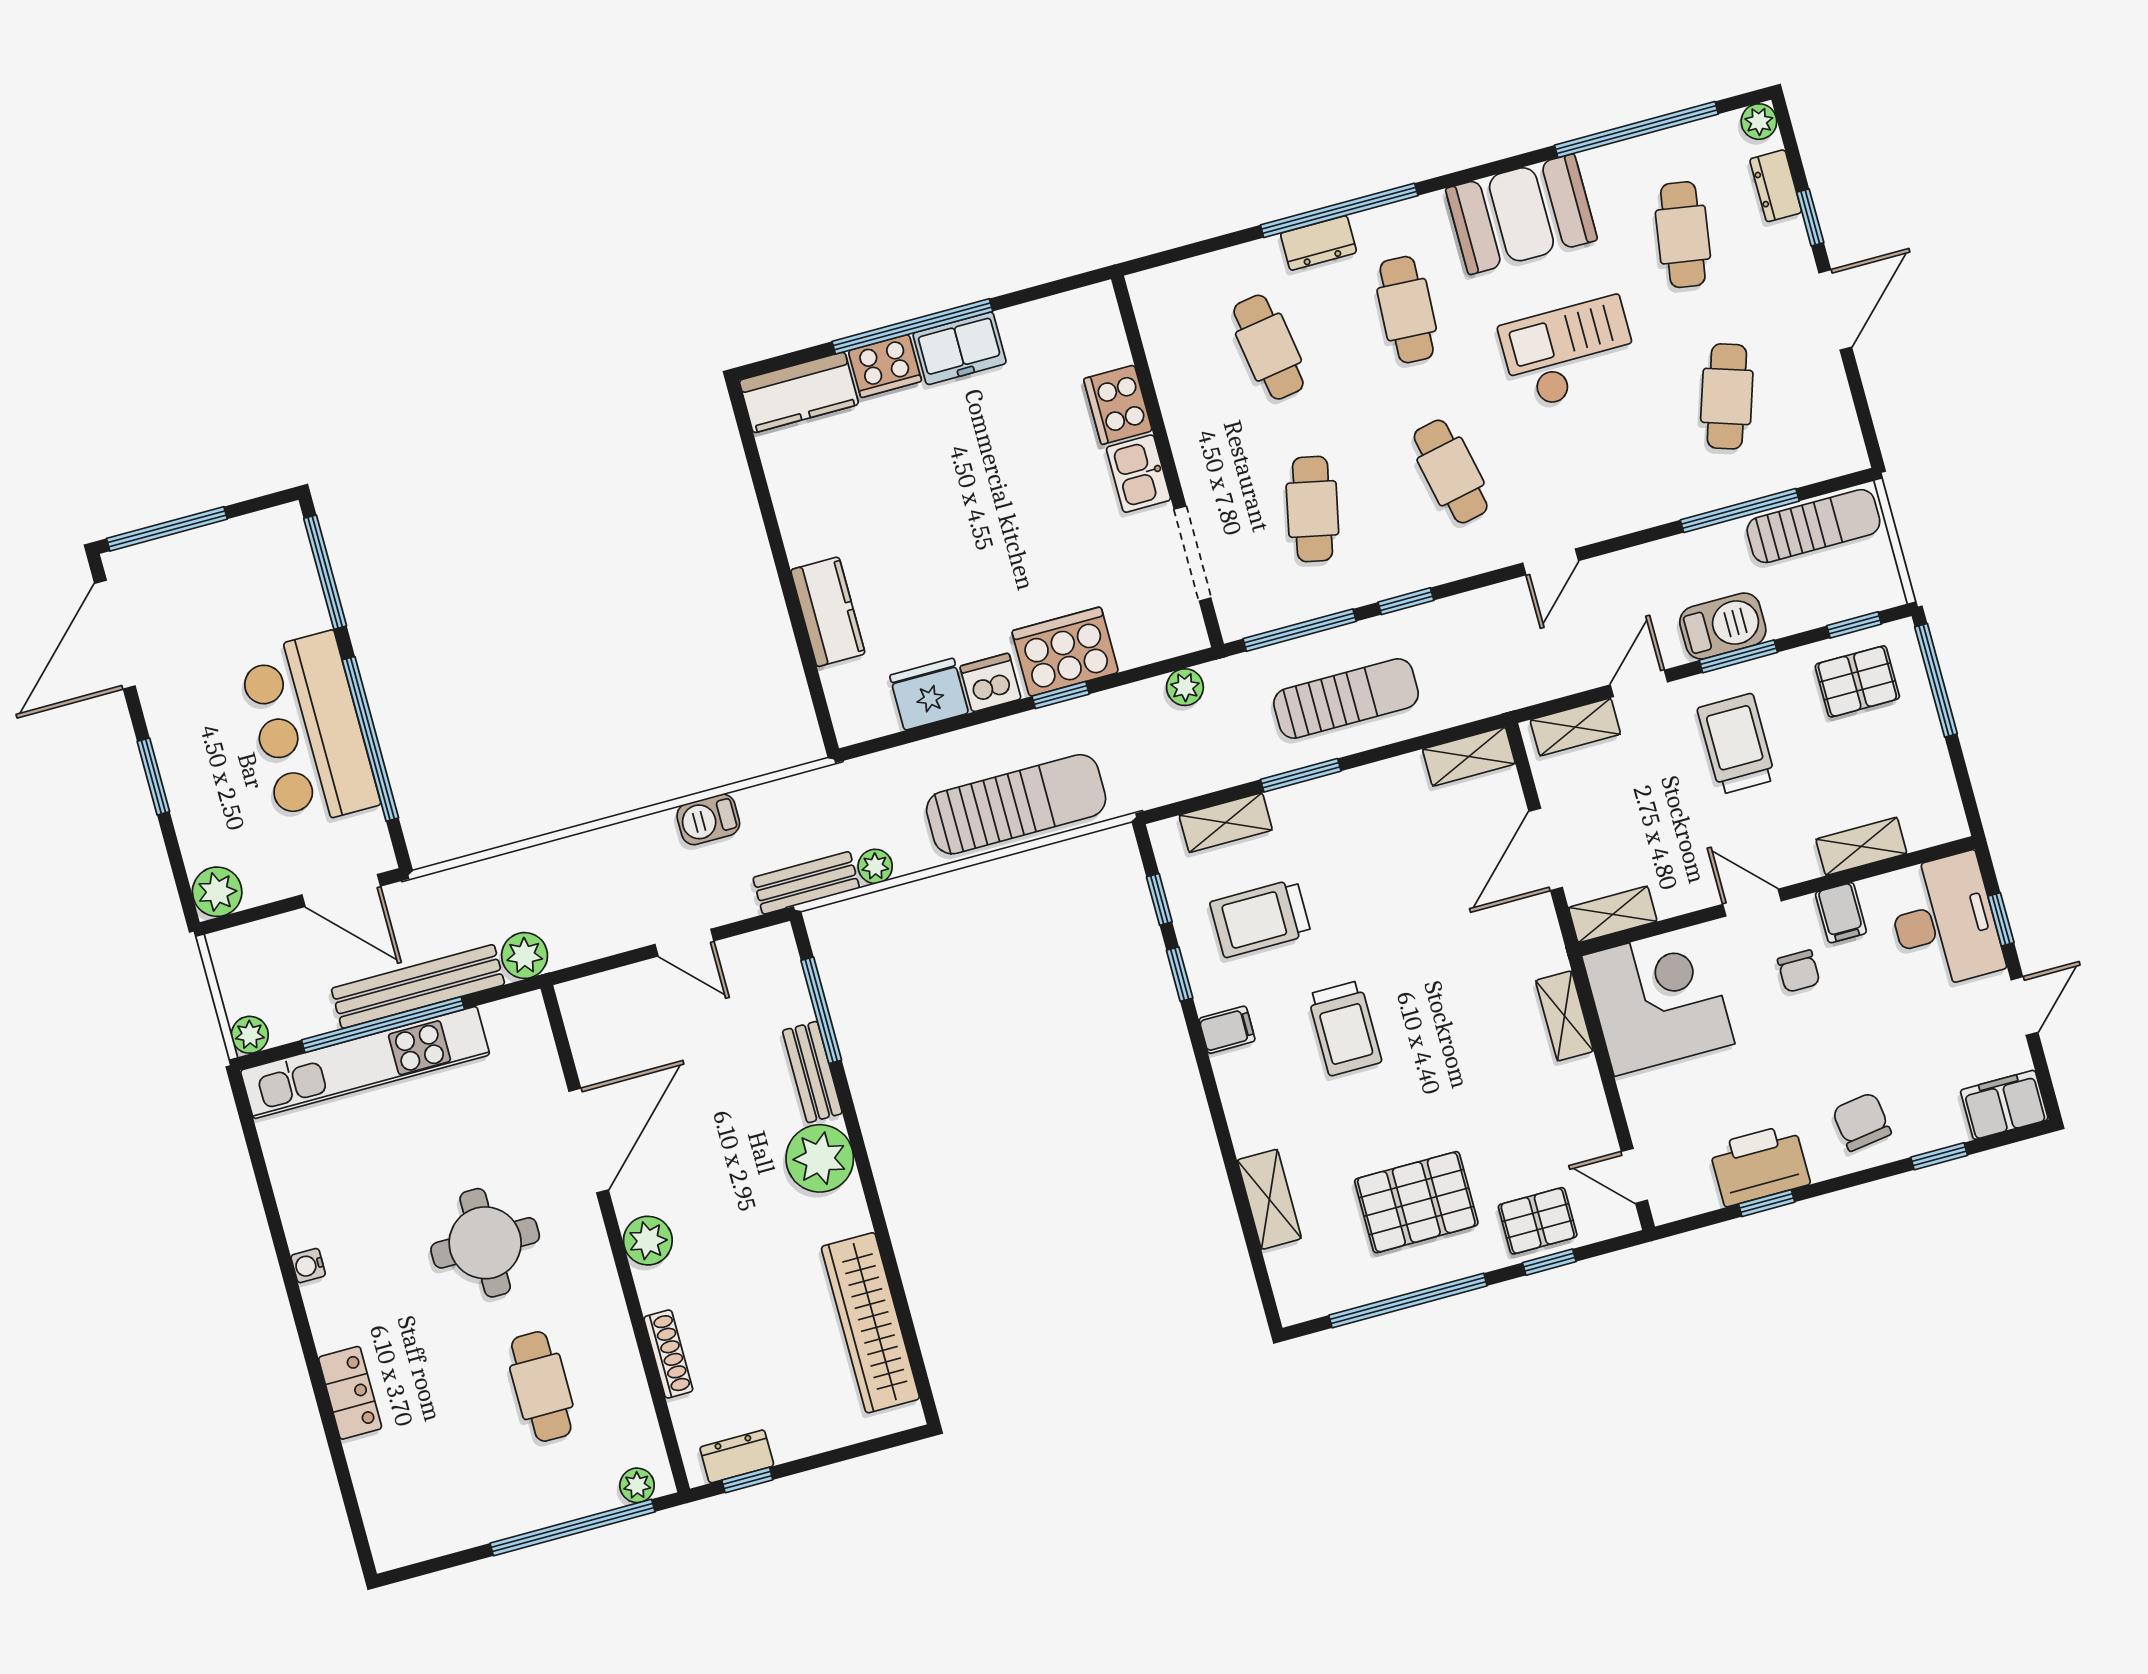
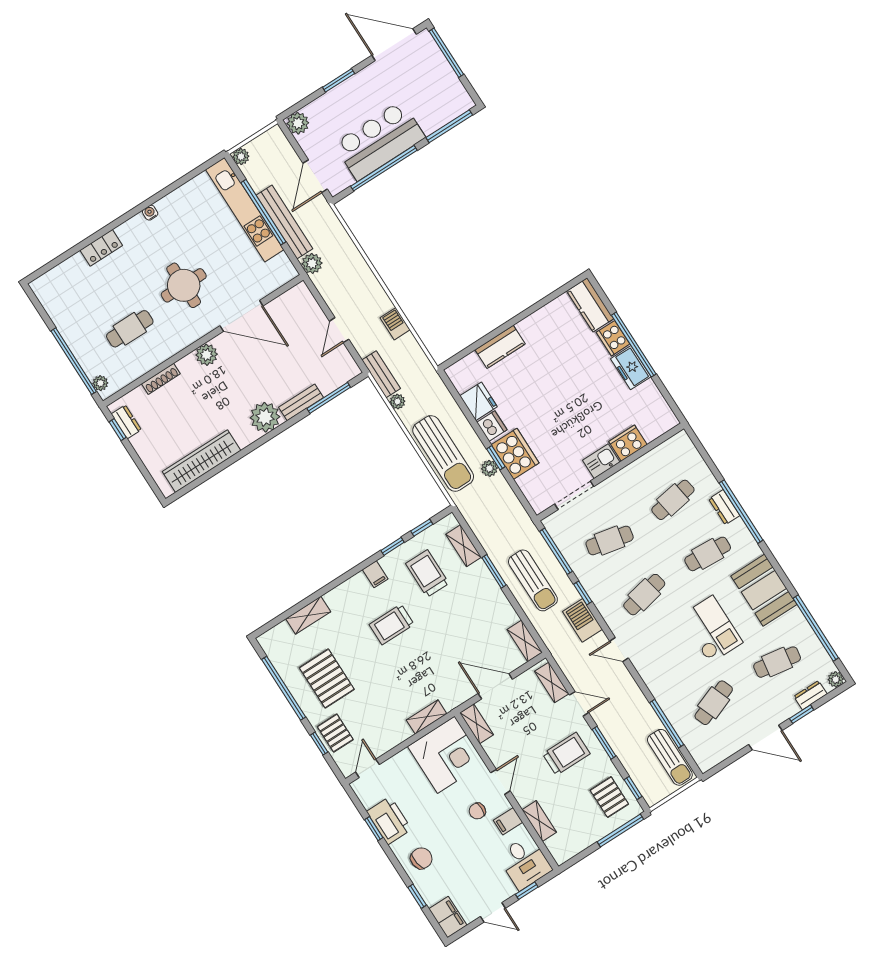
cafe table: (1727, 396) -> (714, 703), turned -39
barbecue: (1723, 626) -> (583, 620), moved, turned 180
plant: (1185, 687) -> (489, 468), moved
desk: (1944, 921) -> (525, 863), width x0.73

